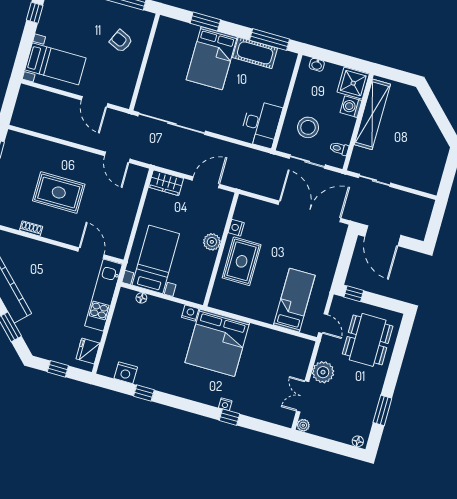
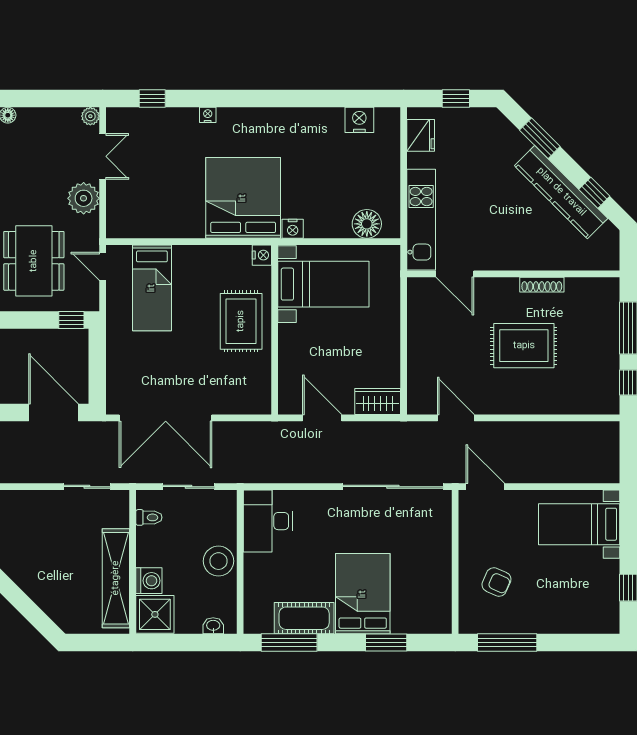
door: (94, 102) -> (485, 487), moved
stool: (308, 127) -> (219, 561), moved
door: (206, 182) -> (322, 418), swing flipped
shoe rack: (31, 228) -> (542, 285), width x1.43
nightstand: (236, 228) -> (262, 255), moved
plant: (212, 242) -> (290, 337), removed
bed with nightstands: (156, 259) -> (323, 284), moved, turned -90
floor lamp: (141, 298) -> (367, 224), width x1.89, depth x1.89
window: (144, 393) -> (326, 99), removed
window: (229, 417) -> (152, 99), moved

